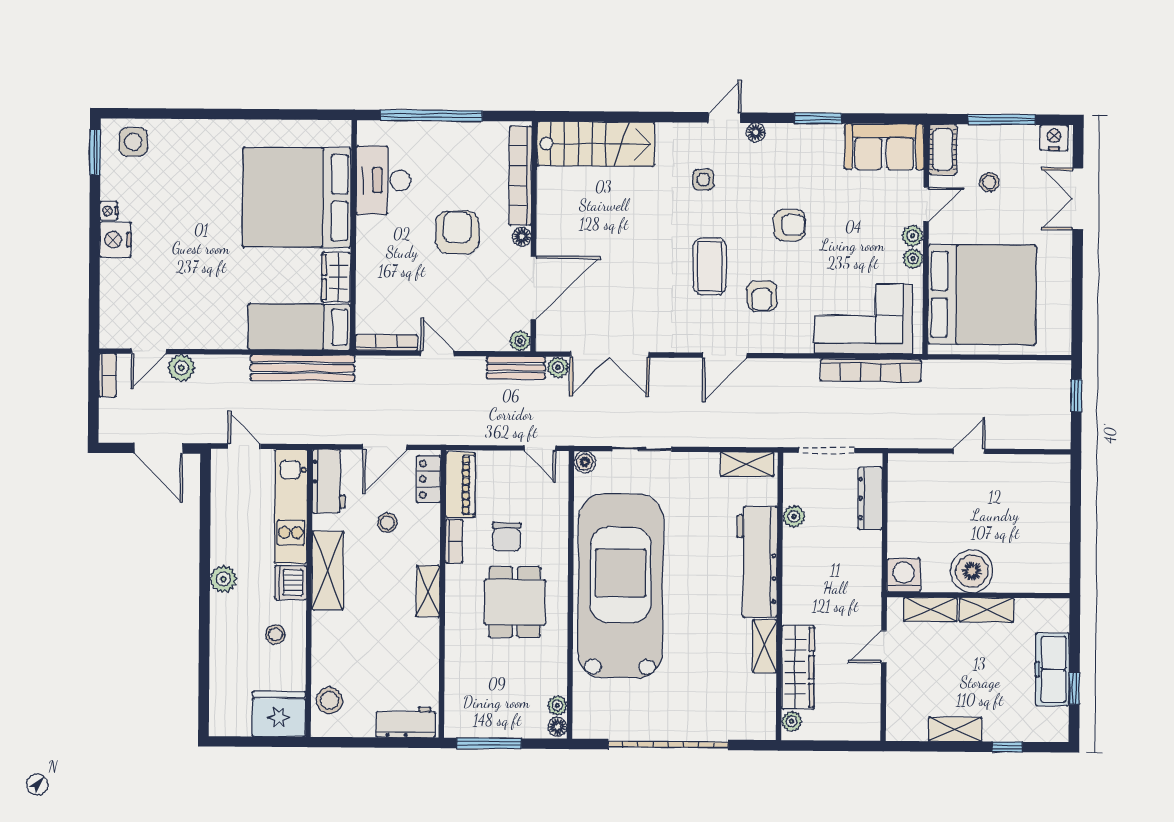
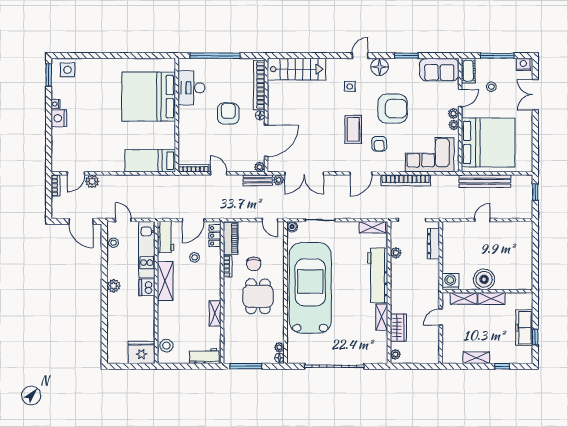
floor lamp: (756, 132) -> (380, 67), width x1.89, depth x1.89
armchair: (789, 225) -> (393, 109), width x1.88, depth x1.88
wardrobe: (336, 277) -> (168, 136), removed
bench: (303, 368) -> (485, 181), moved
bookcase: (871, 370) -> (406, 180), moved
shelving: (428, 591) -> (215, 313), moved
stool: (275, 634) -> (114, 243), moved
wardrobe: (798, 667) -> (398, 328), width x0.67

